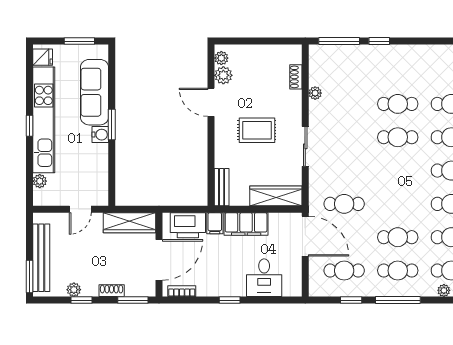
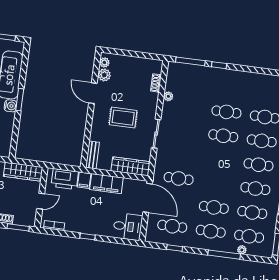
door: (159, 260) -> (41, 201), width x0.53
desk: (264, 278) -> (128, 227), moved, turned -90
window: (398, 300) -> (224, 255), moved

